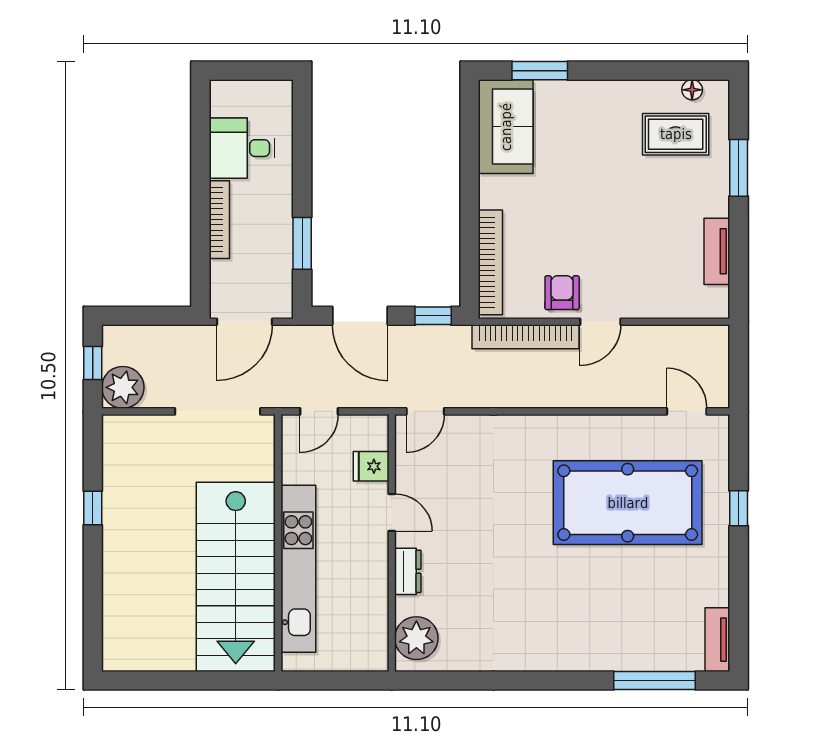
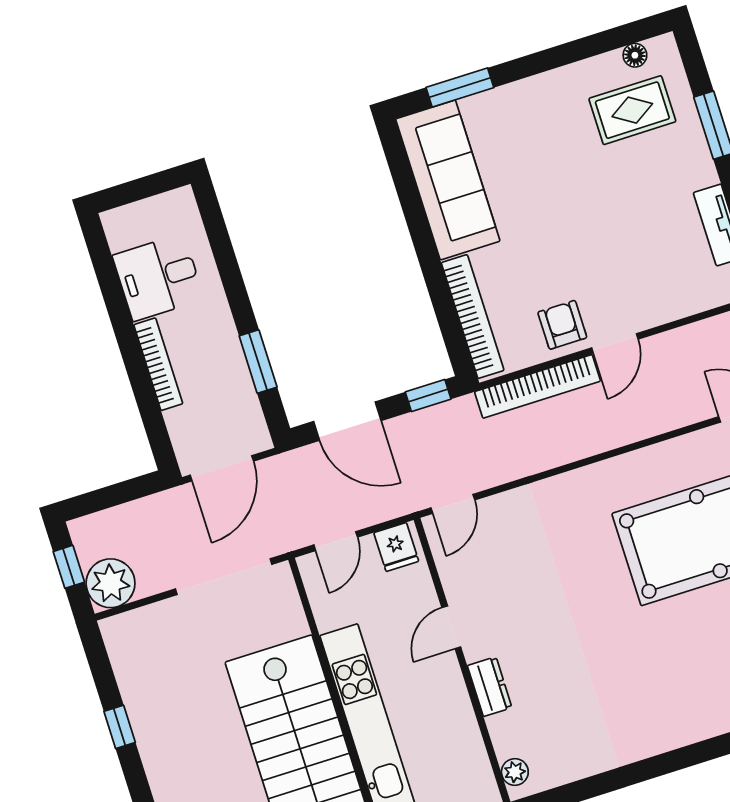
sofa: (506, 127) -> (448, 180), width x1.36
fridge: (371, 466) -> (396, 547), moved, turned -90
door: (392, 513) -> (451, 627), swing flipped
plant: (416, 638) -> (515, 772), width x0.53, depth x0.53

